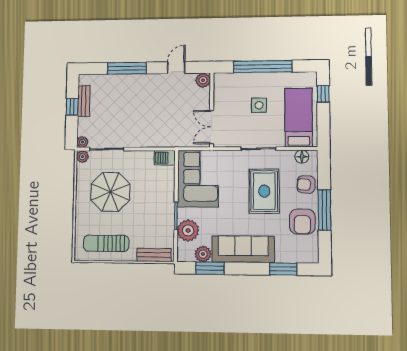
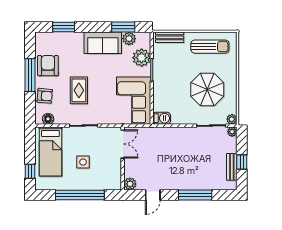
rug: (264, 191) -> (79, 90), width x0.73, depth x0.70
sofa: (243, 249) -> (103, 43), width x0.73

